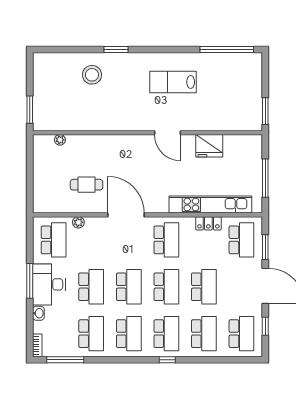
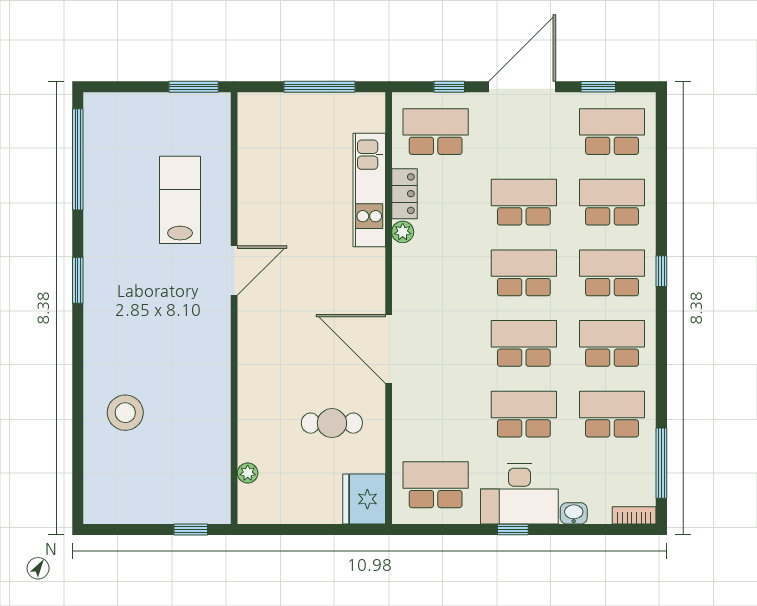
window: (116, 50) -> (78, 280), moved
lab bench: (173, 82) -> (180, 200), moved, turned 180
window: (30, 110) -> (191, 530), width x0.67
fridge: (209, 146) -> (364, 499), moved, turned 180
cafe table: (86, 185) -> (332, 423), turned 90
kitchen unit: (210, 205) -> (369, 190), width x0.73
door: (126, 215) -> (389, 349), hinge flipped
plant: (78, 222) -> (403, 232), moved
school desk: (166, 240) -> (436, 273), removed
window: (265, 247) -> (449, 87), width x0.67
window: (30, 281) -> (513, 530), width x0.46

